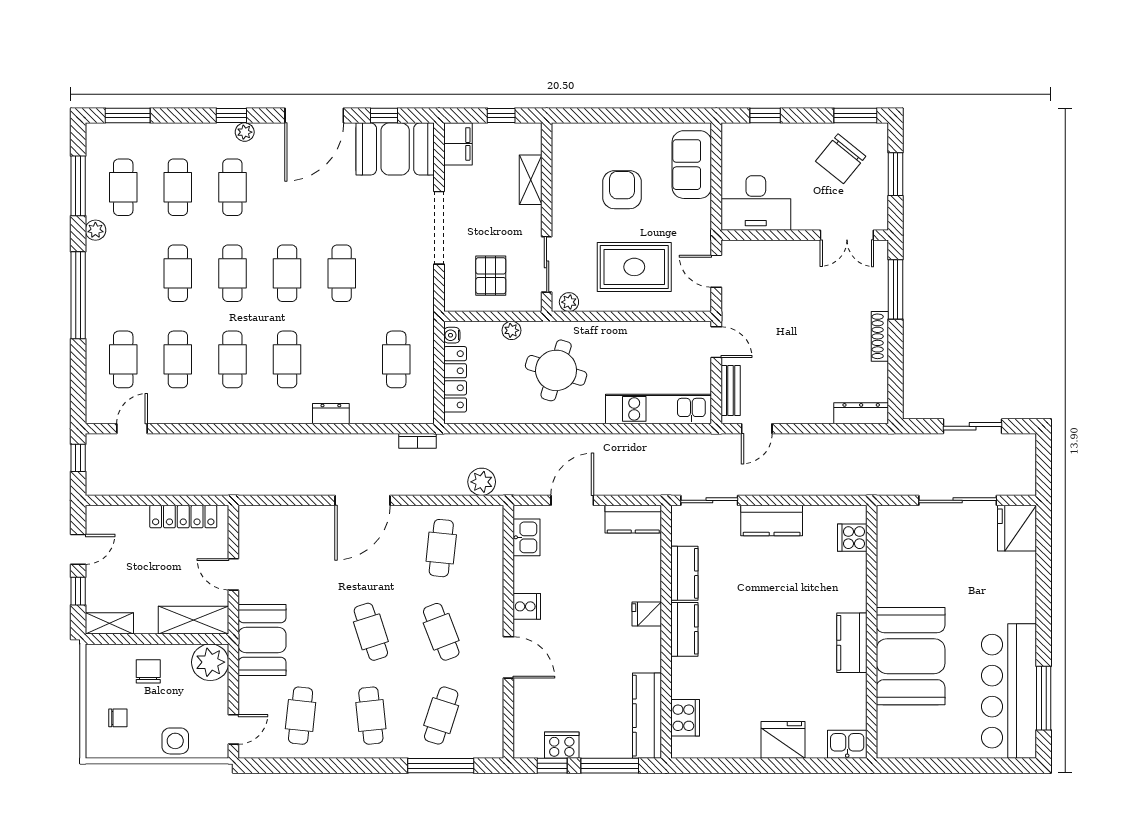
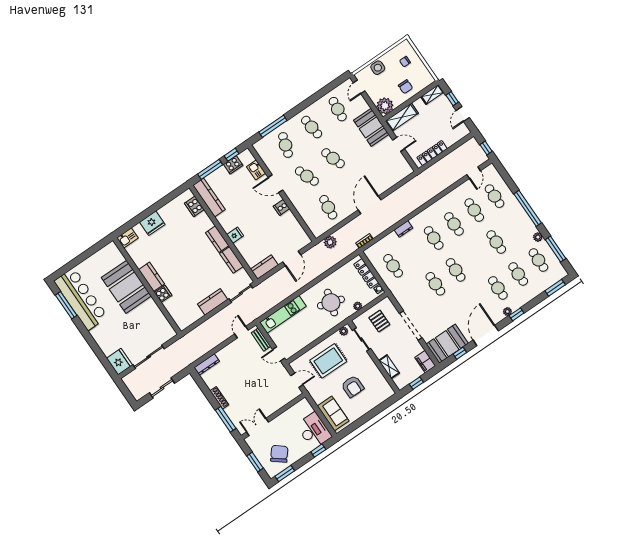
desk: (756, 203) -> (314, 431), moved, turned 90
cafe table: (232, 273) -> (476, 256), removed
kitchen sink: (526, 537) -> (256, 170), moved
cooker: (852, 538) -> (163, 294), moved

